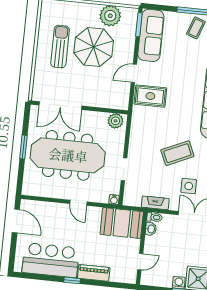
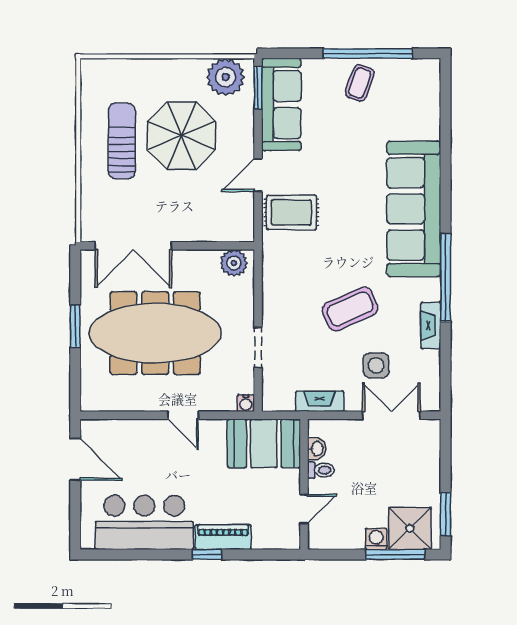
plant: (110, 16) -> (226, 77), moved
toilet: (154, 217) -> (321, 470), moved
window: (72, 280) -> (207, 554), moved

